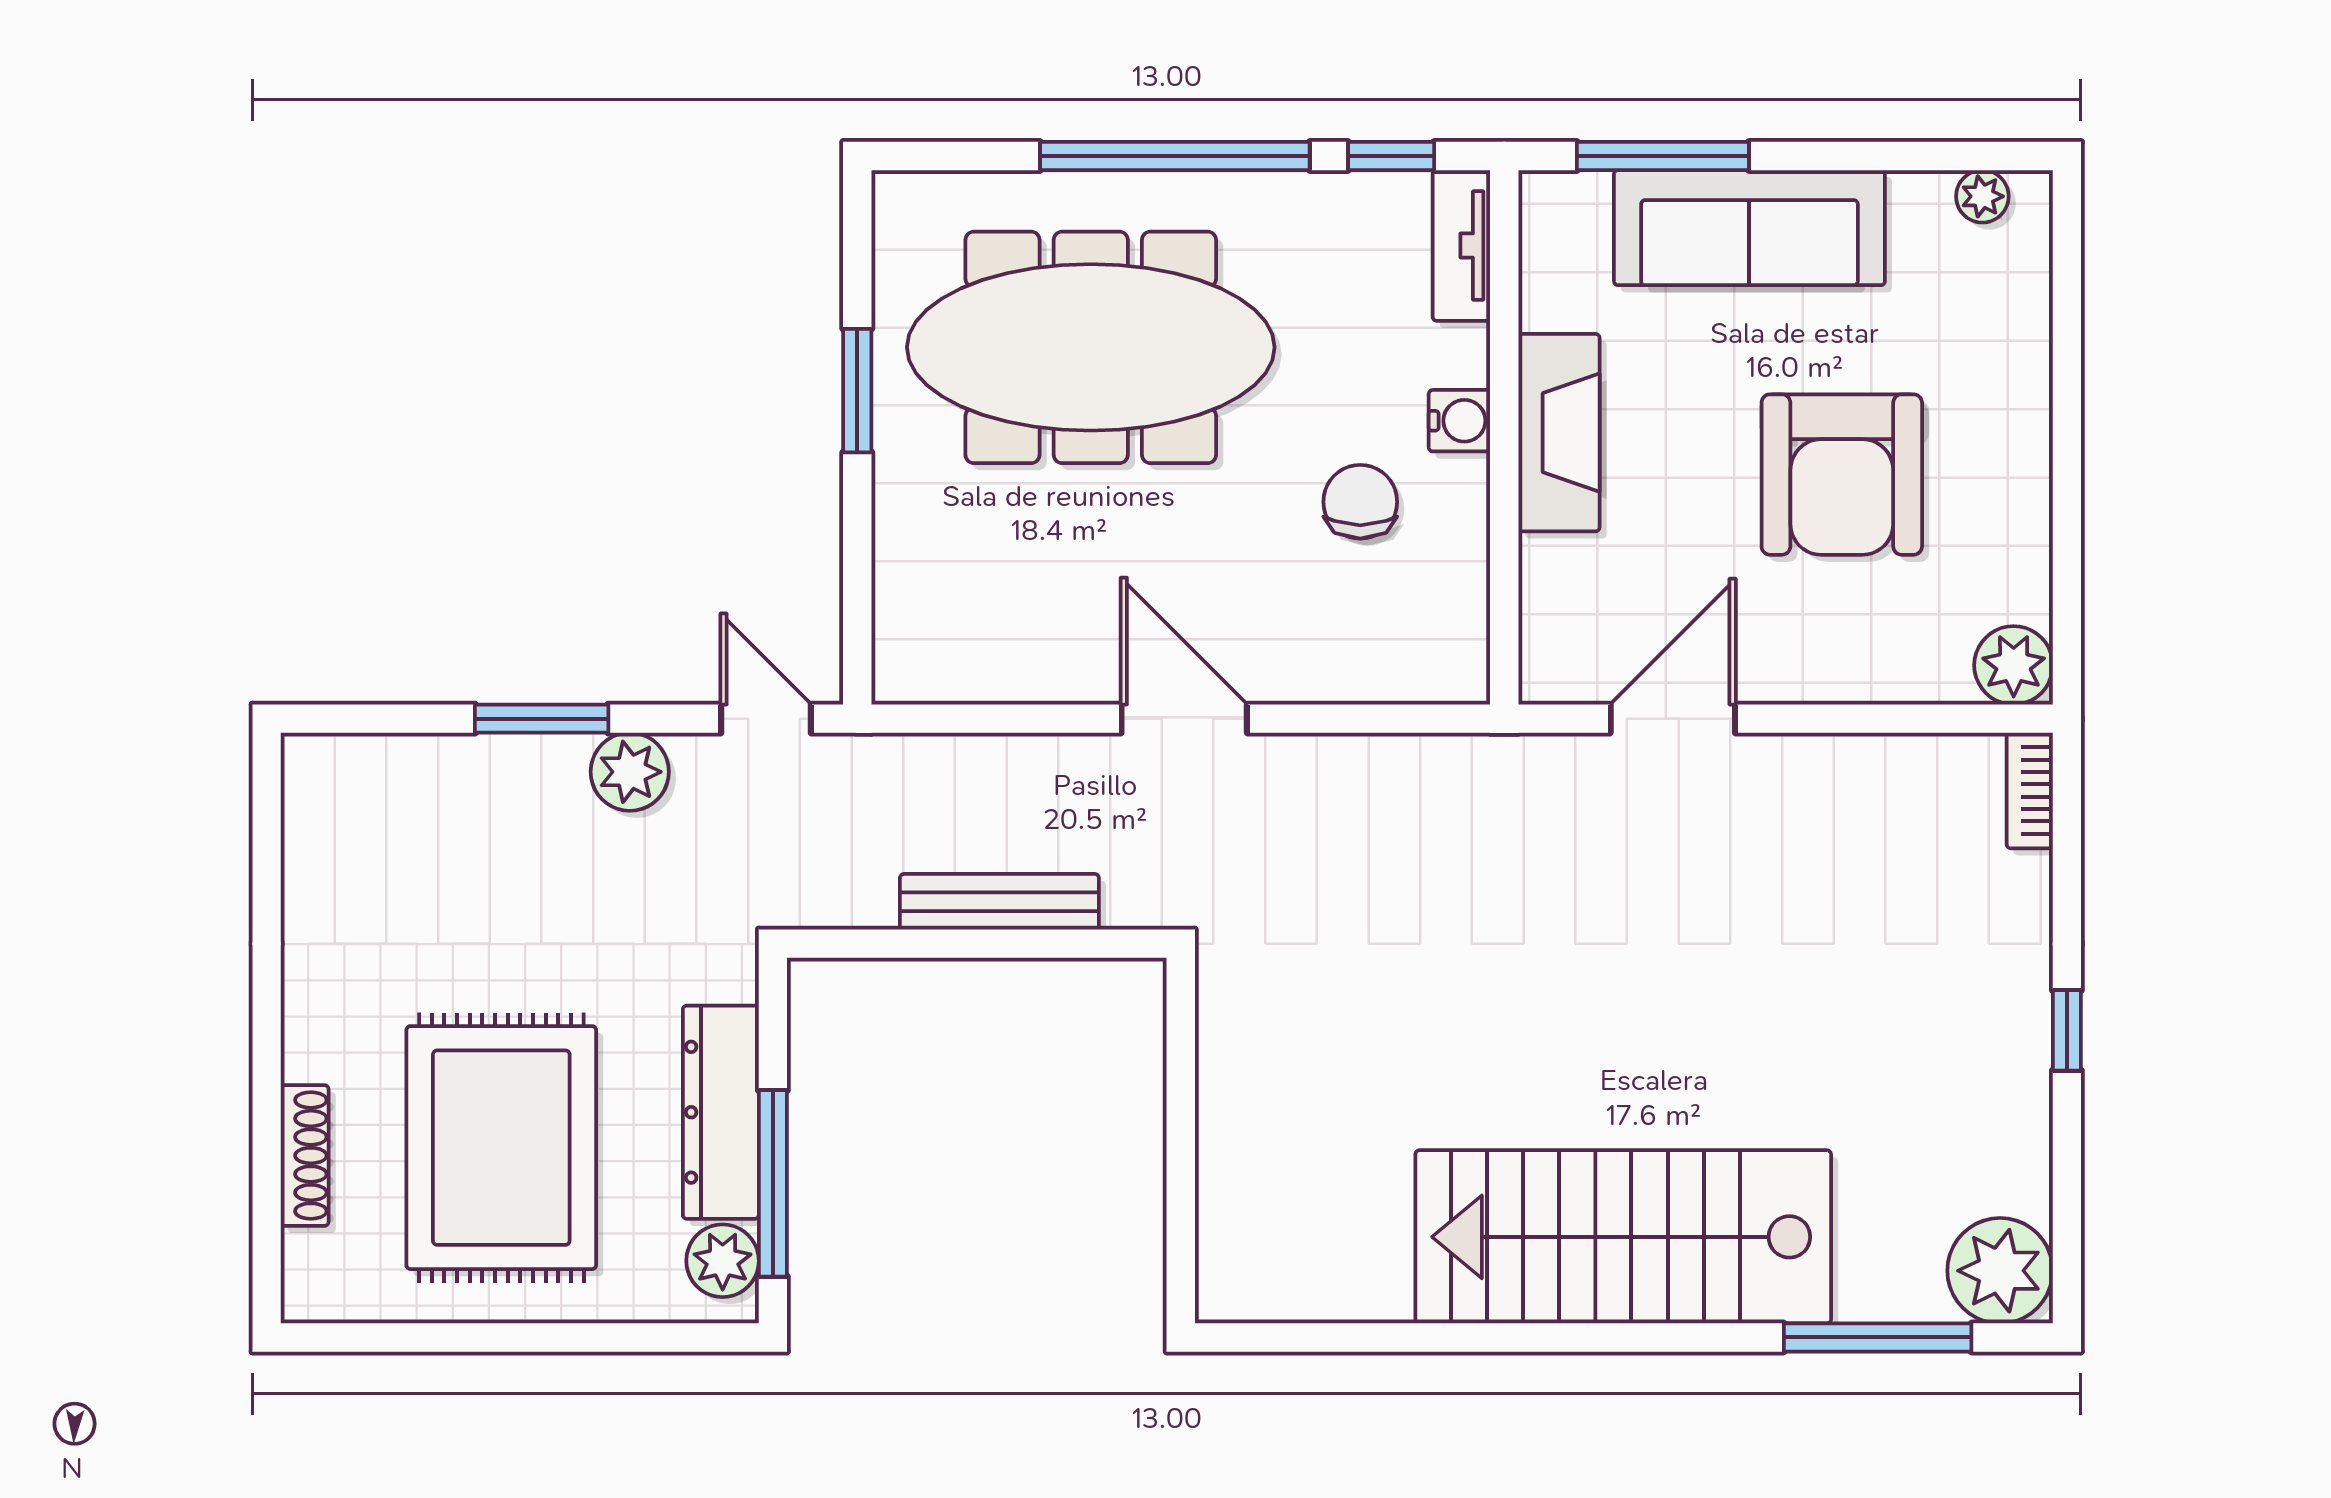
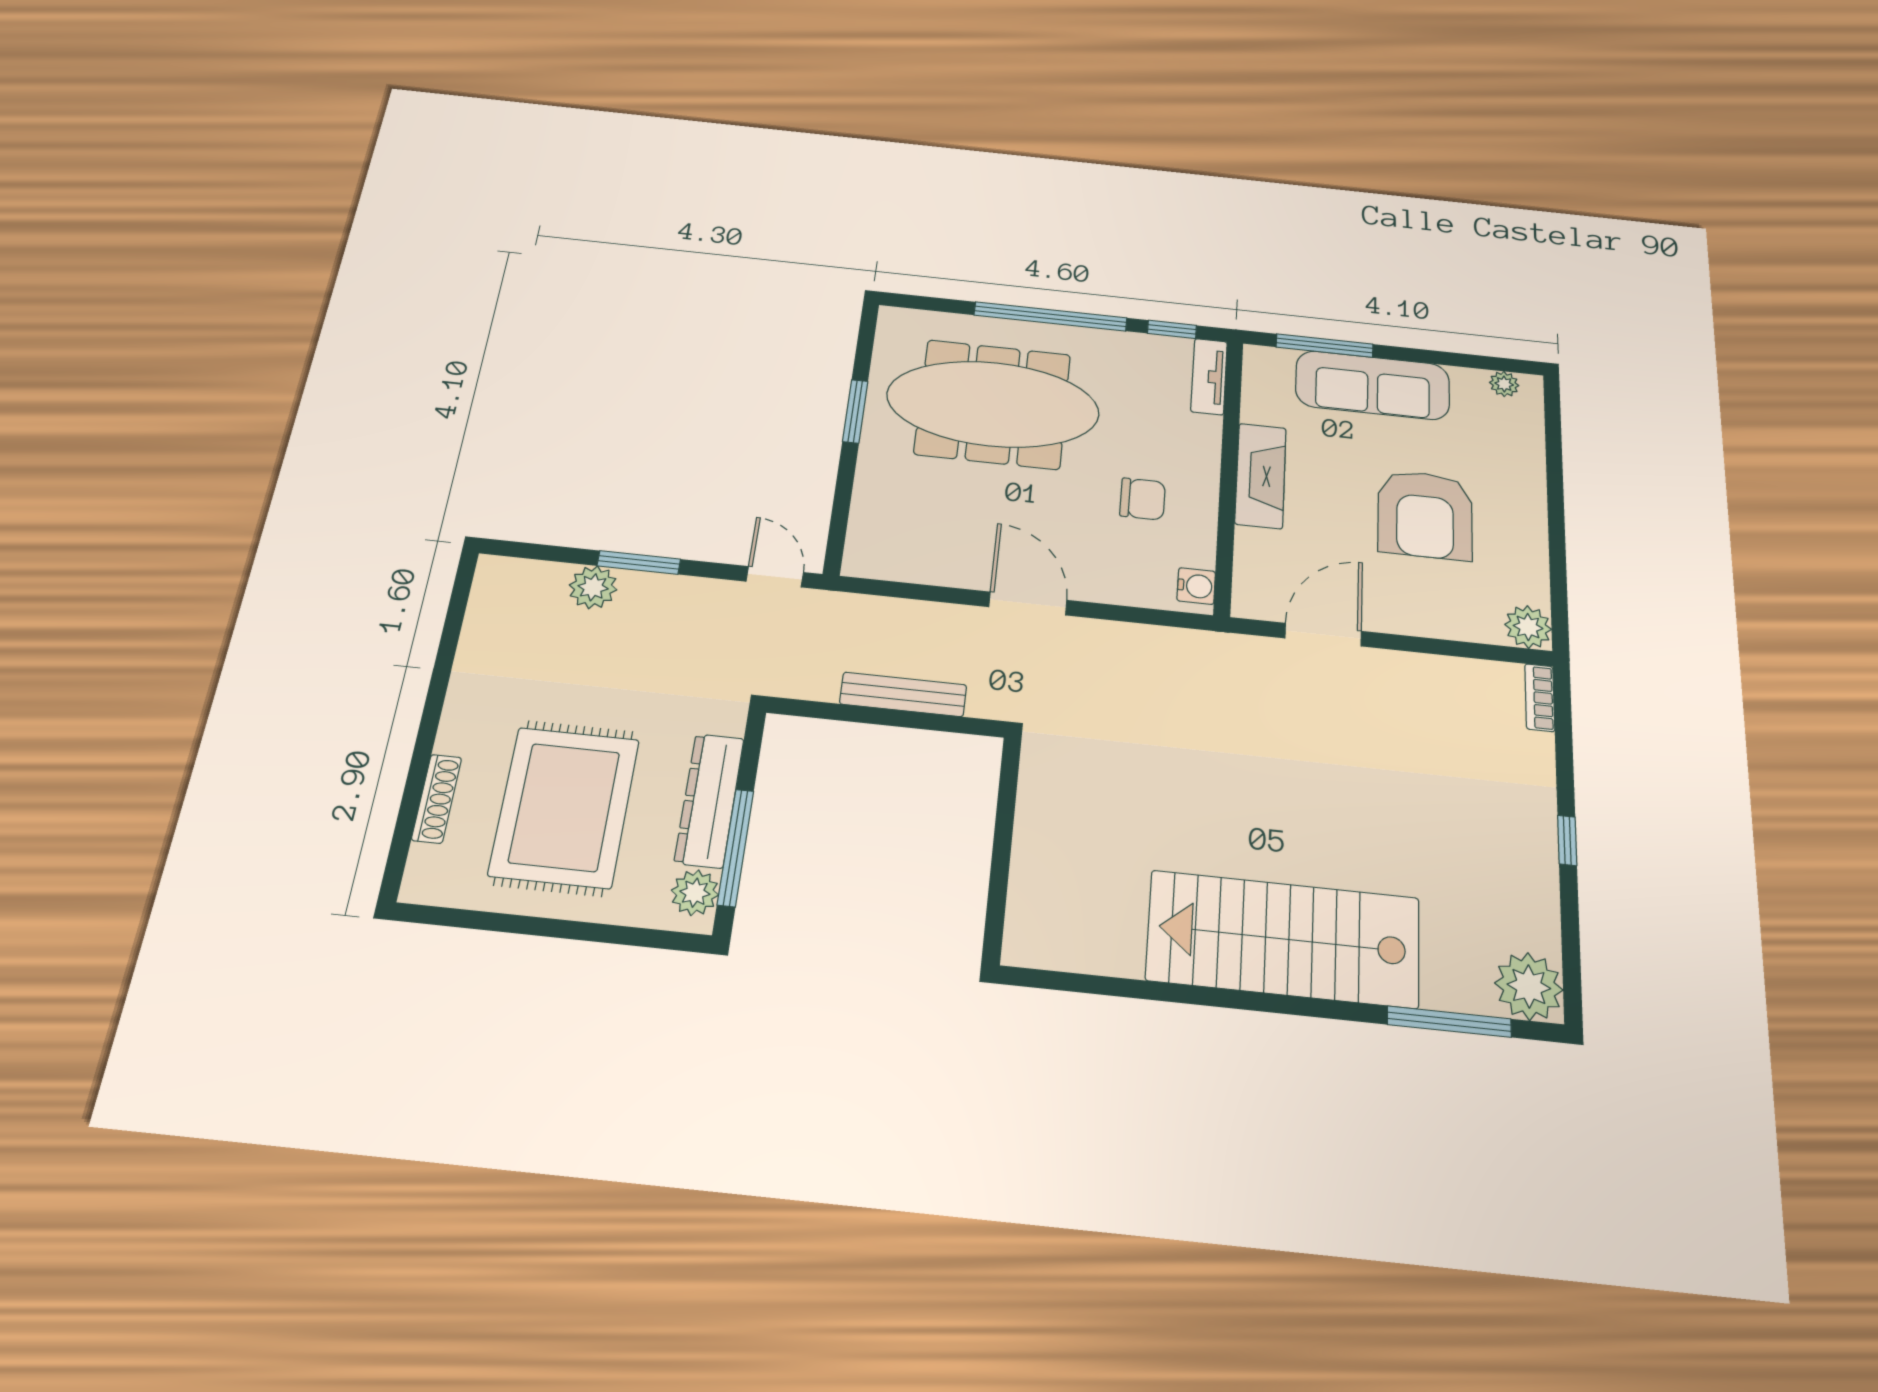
water cooler: (1459, 421) -> (1196, 586), moved
chair: (1360, 502) -> (1142, 499), turned 90
plant: (630, 772) -> (593, 587), moved

